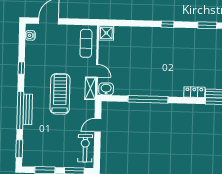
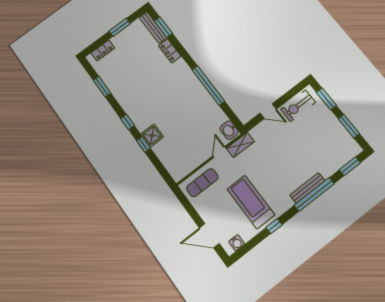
window: (143, 24) -> (144, 144), added
shower: (106, 33) -> (152, 135), moved
treadmill: (60, 94) -> (251, 202), moved, turned 90

